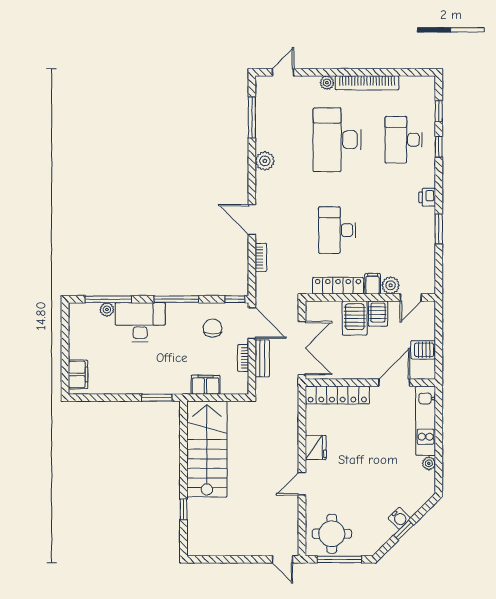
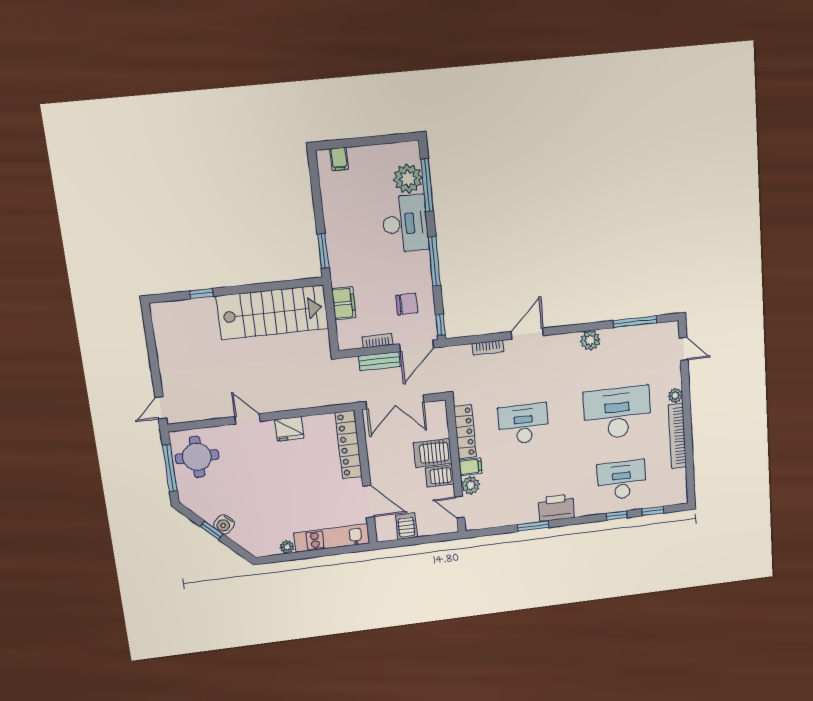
printer: (427, 197) -> (556, 508), width x1.87, depth x1.48
plant: (107, 309) -> (408, 179), width x1.87, depth x1.87
filing cabinet: (78, 374) -> (339, 159), width x0.50

